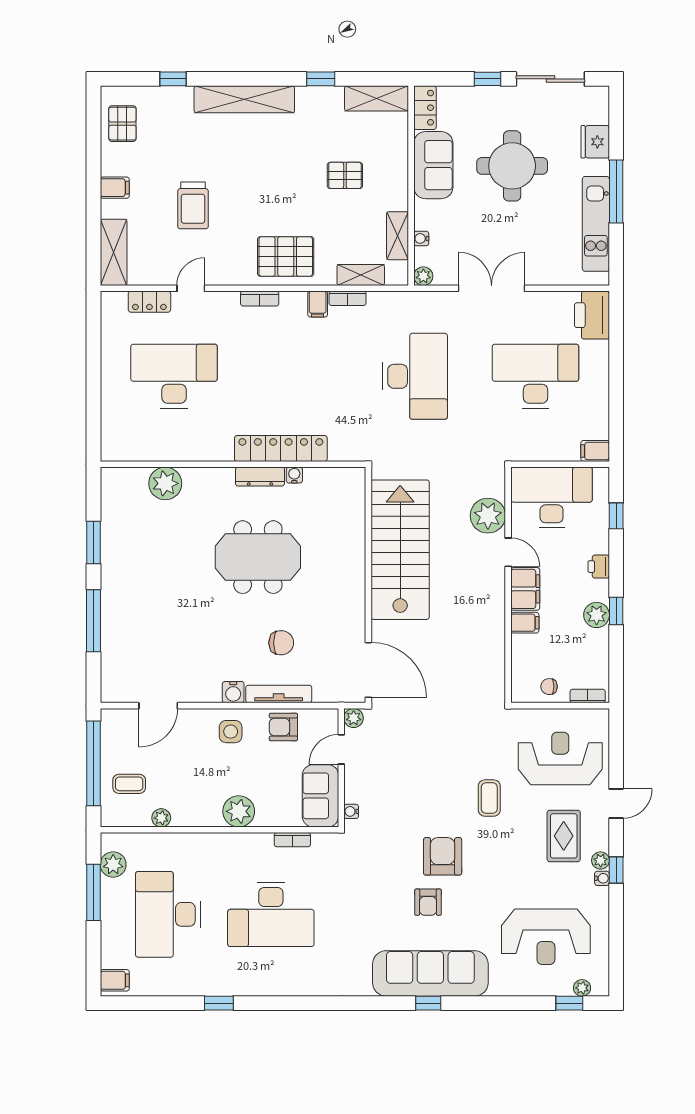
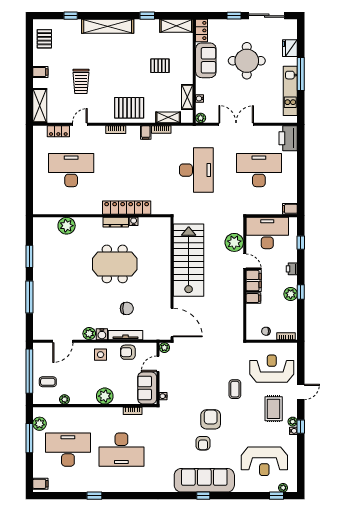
plant: (209, 691) -> (89, 334), added
desk: (168, 914) -> (68, 450), turned 90

